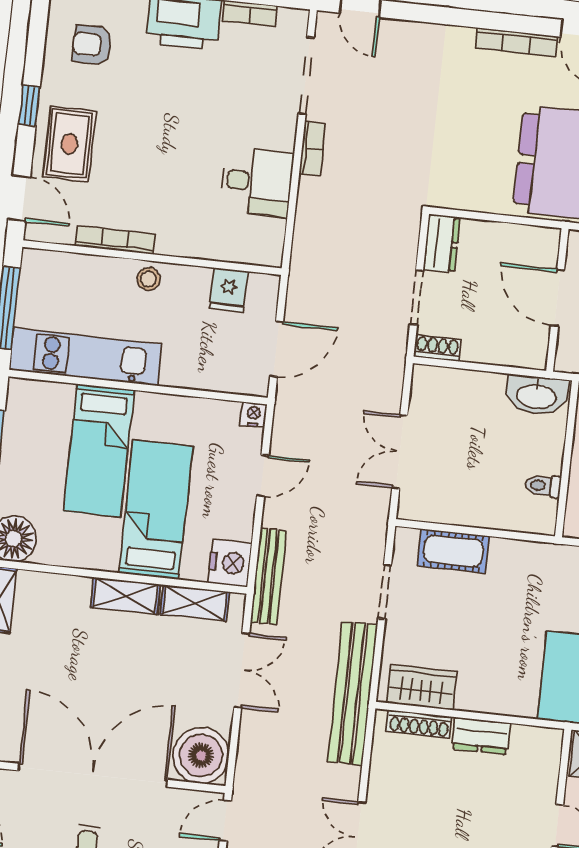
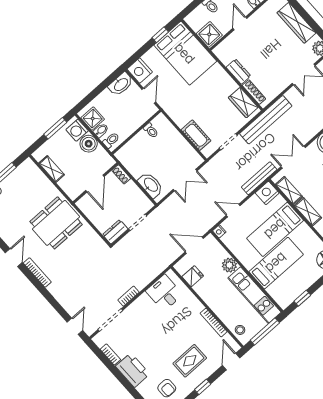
rug: (70, 144) -> (190, 361), moved
desk: (257, 182) -> (164, 293), moved
stool: (148, 279) -> (240, 330), moved
shoe rack: (437, 348) -> (121, 174), moved
plant: (180, 370) -> (229, 265), added
washbasin: (537, 395) -> (151, 185), moved

